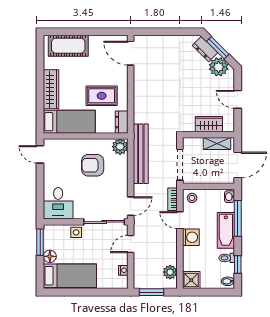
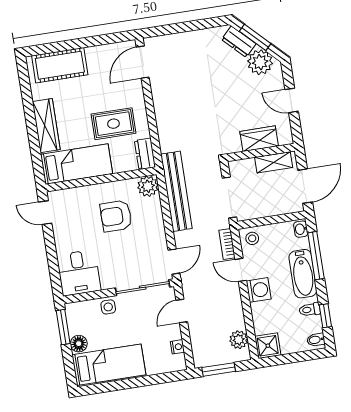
door: (131, 53) -> (143, 62), hinge flipped

